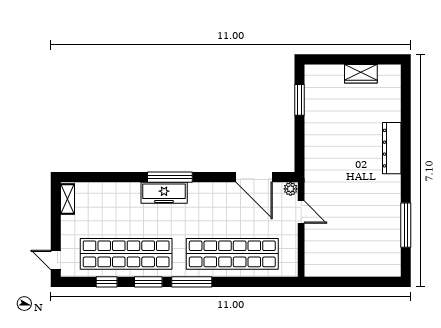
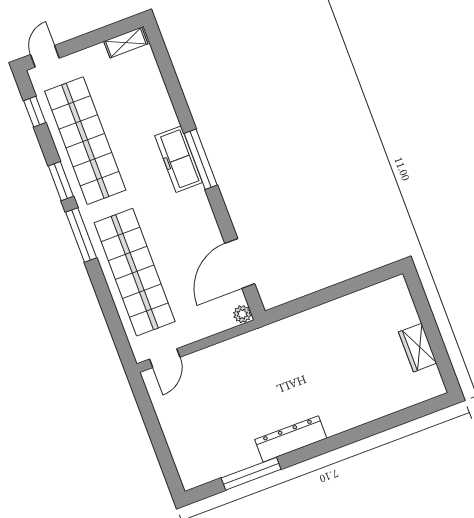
window: (299, 100) -> (357, 284), removed
dresser: (392, 148) -> (291, 439), moved
door: (301, 212) -> (165, 358), moved
window: (107, 282) -> (35, 112), moved

